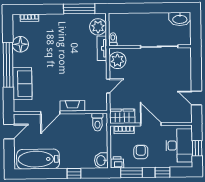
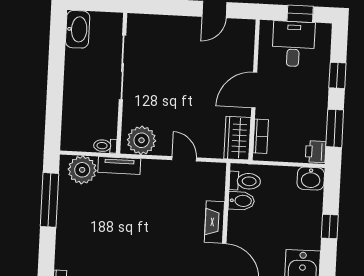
bidet: (86, 121) -> (241, 201), added
desk: (179, 145) -> (293, 44), width x0.73
armchair: (141, 152) -> (300, 110), removed

